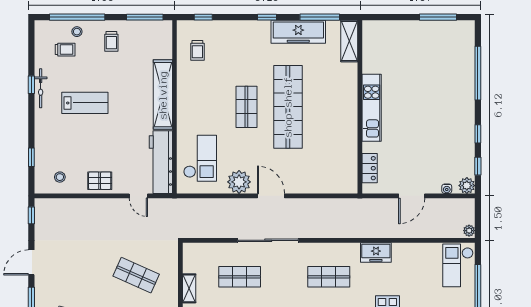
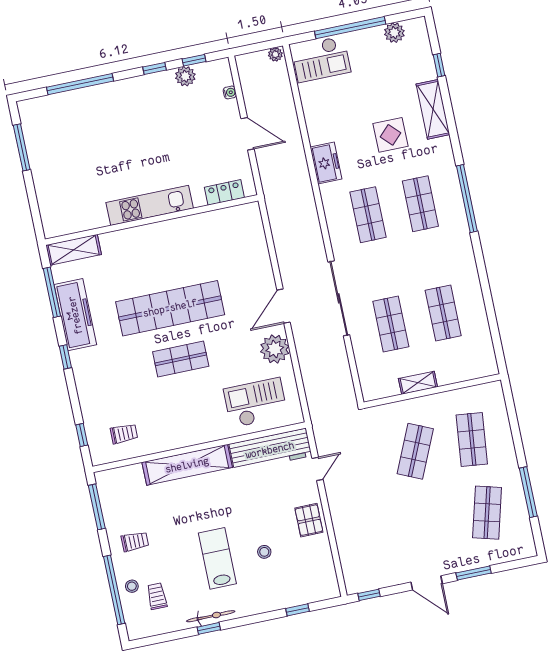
stool: (60, 177) -> (264, 552), moved
plant: (467, 186) -> (185, 76), moved

